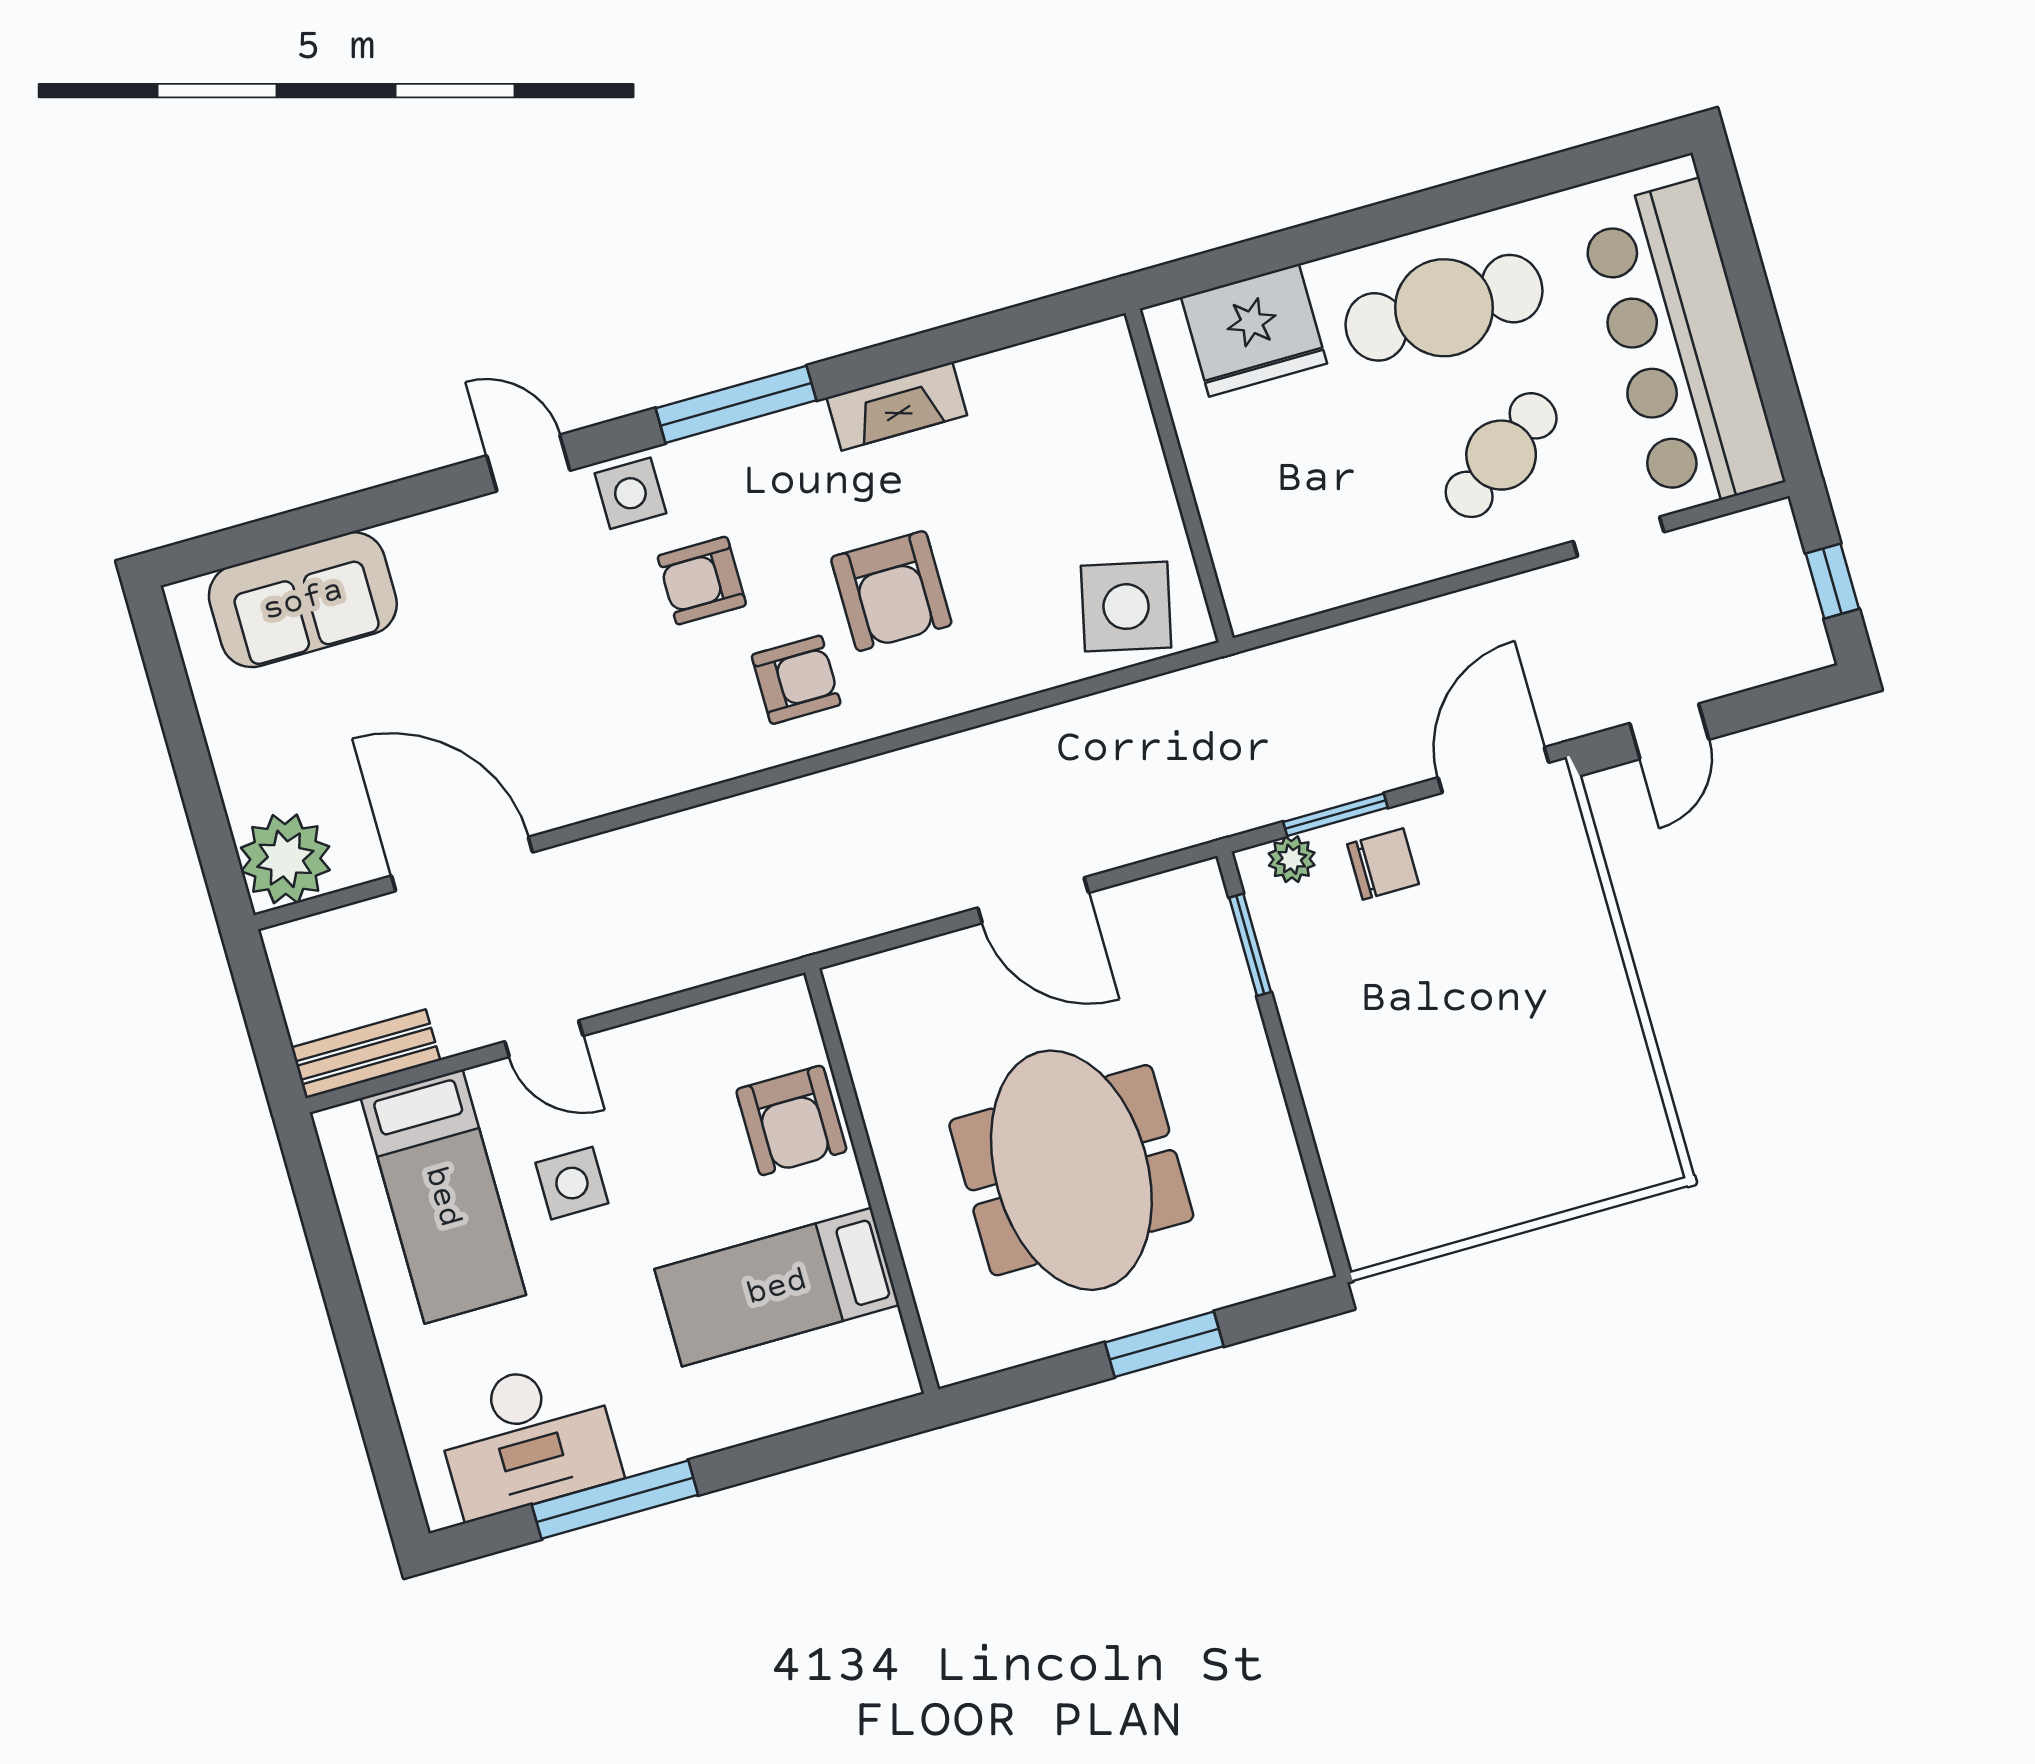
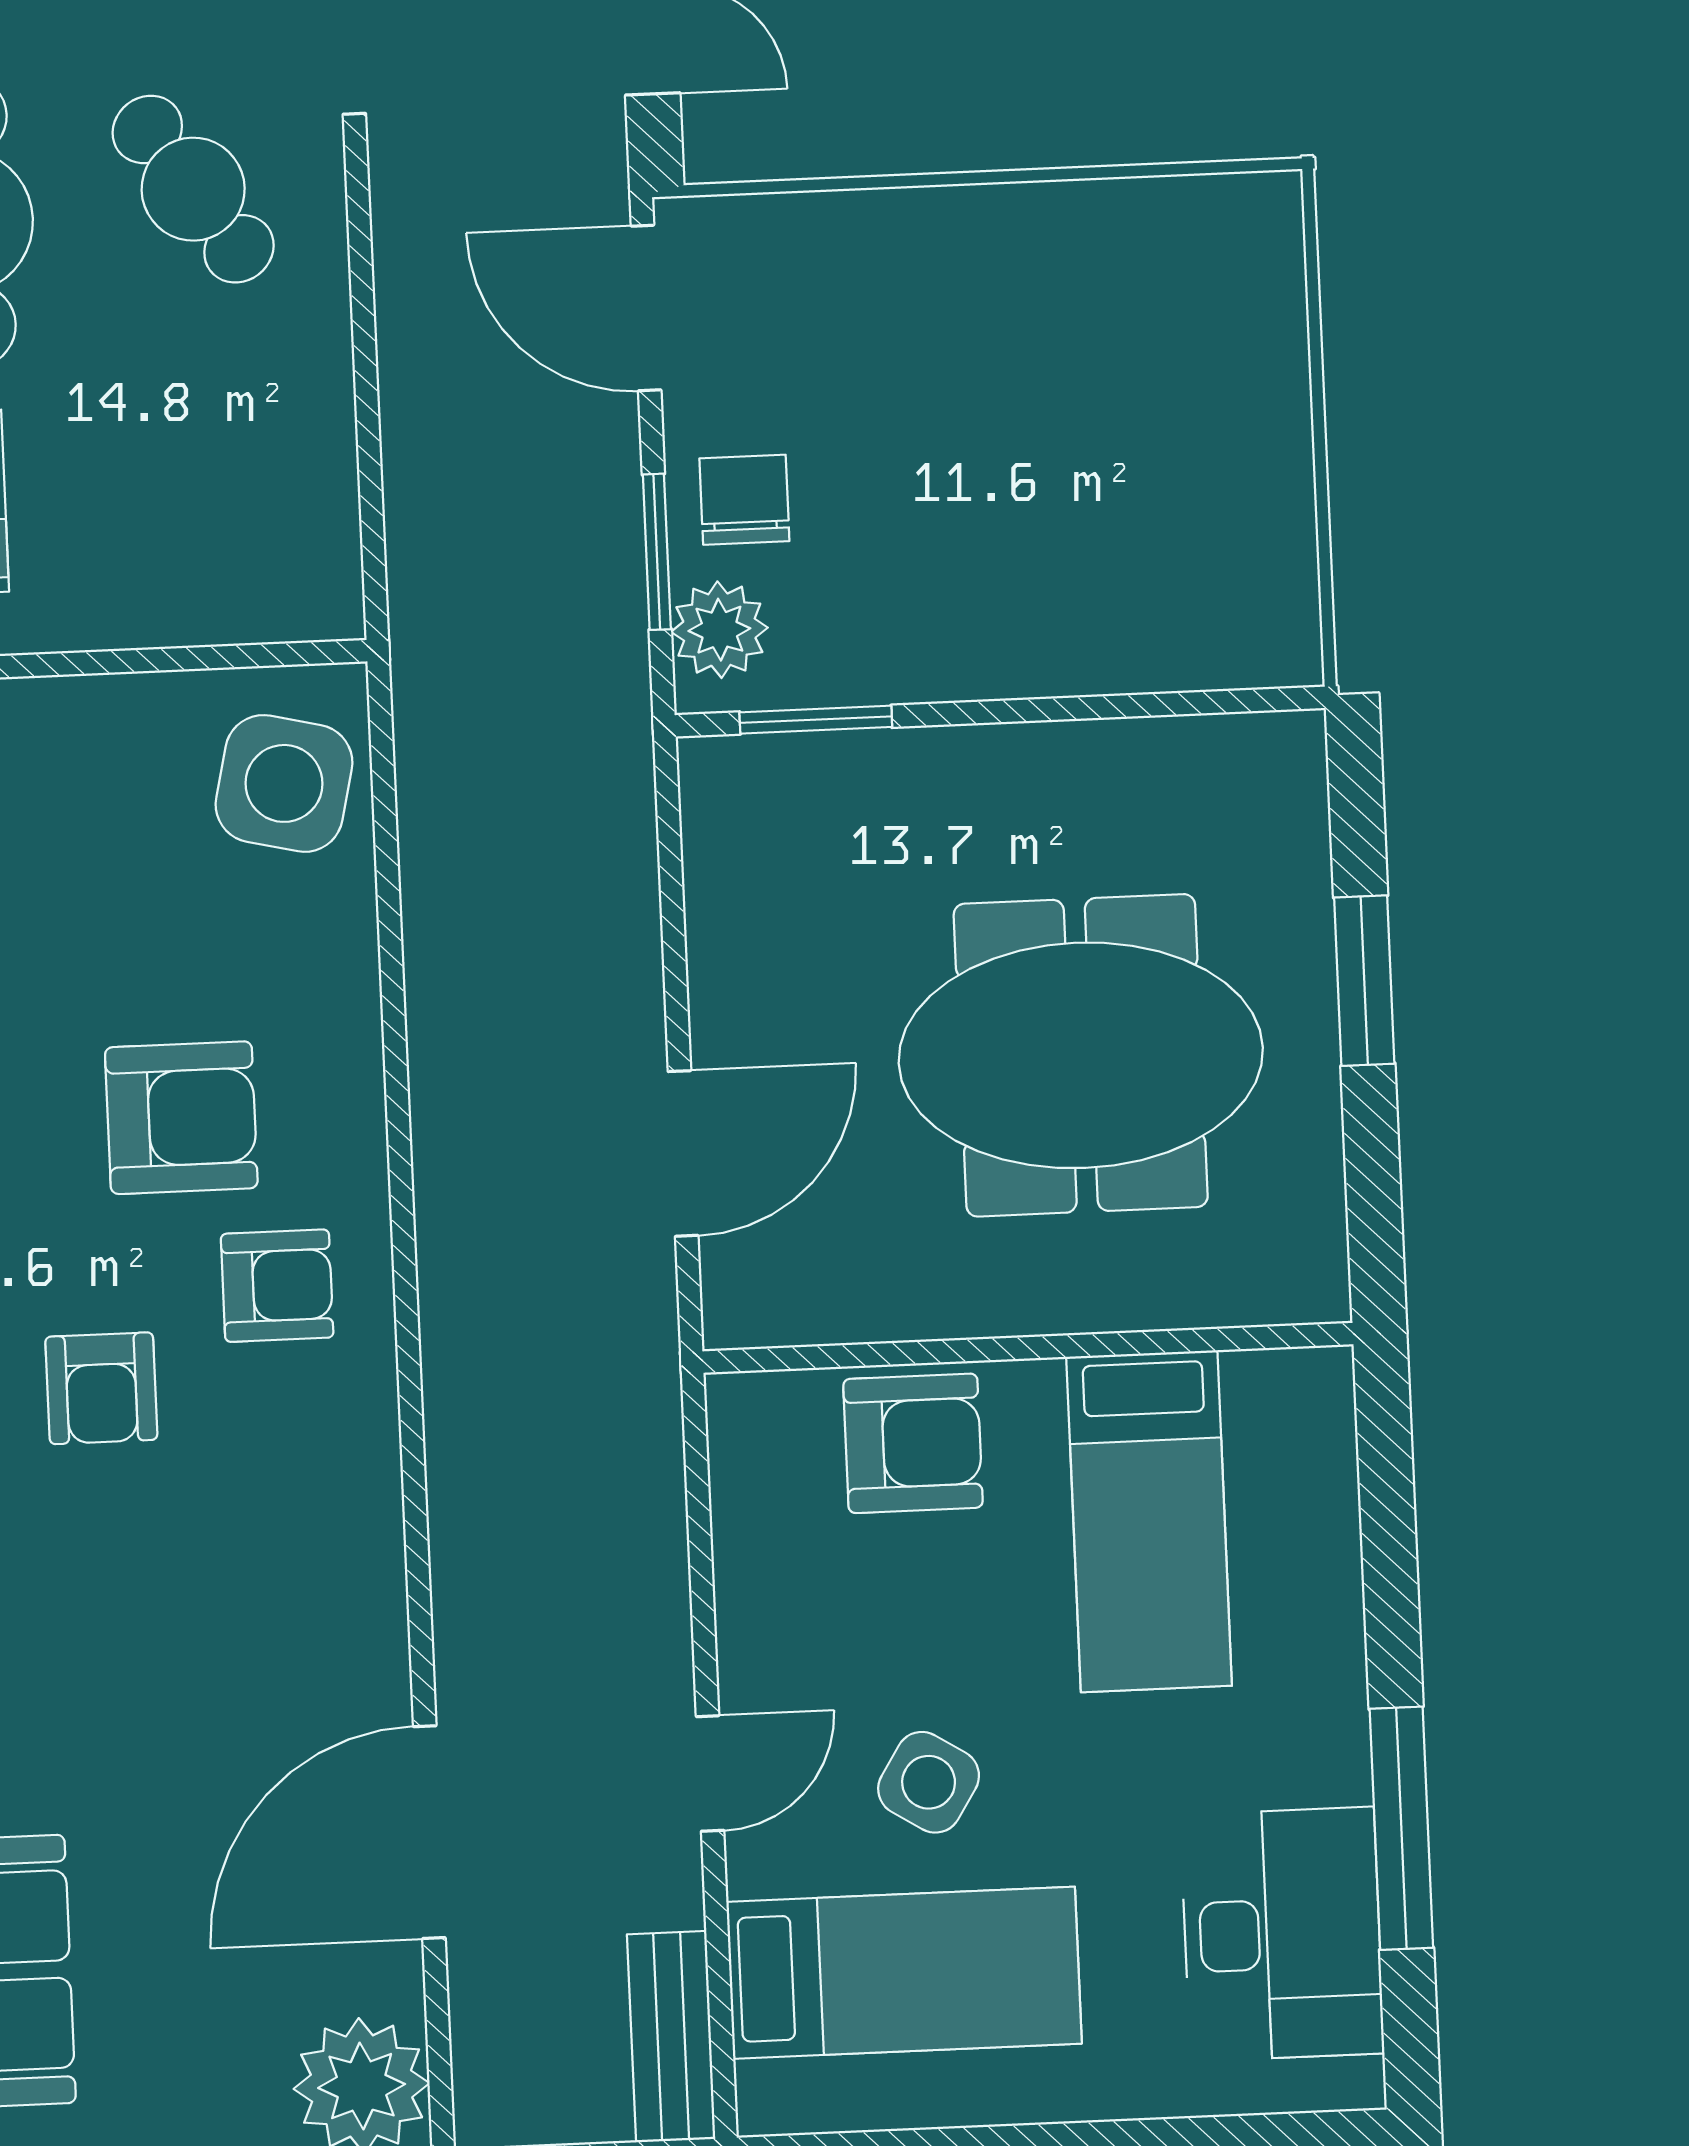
armchair: (796, 680) -> (277, 1286), turned 90
plant: (1292, 859) -> (719, 630), width x1.38, depth x1.38
door: (1033, 900) -> (683, 1153), moved
side table: (572, 1183) -> (929, 1782), turned 32

